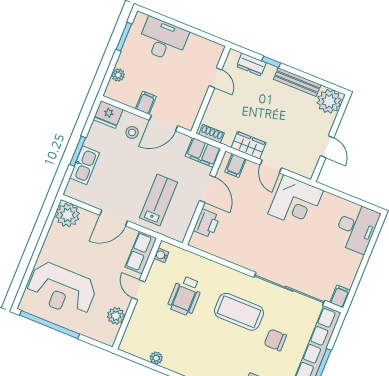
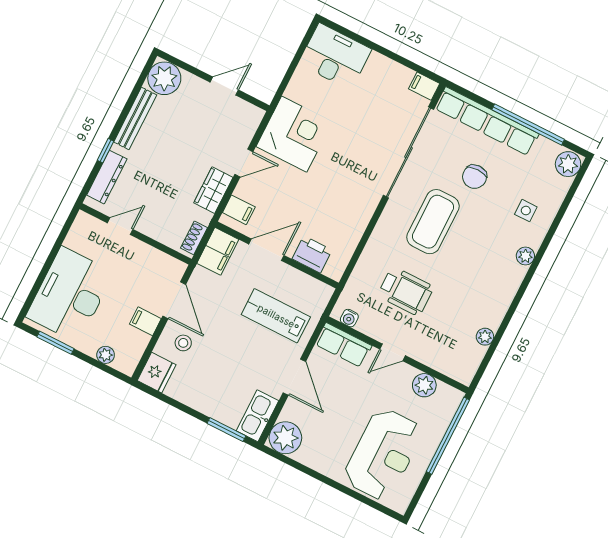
desk: (163, 40) -> (70, 295), width x1.36, depth x1.30
dresser: (251, 65) -> (107, 177), width x1.44
window: (78, 151) -> (226, 430), moved
kitchen sink: (85, 165) -> (258, 416), moved, turned -90
window: (50, 325) -> (448, 436), moved

